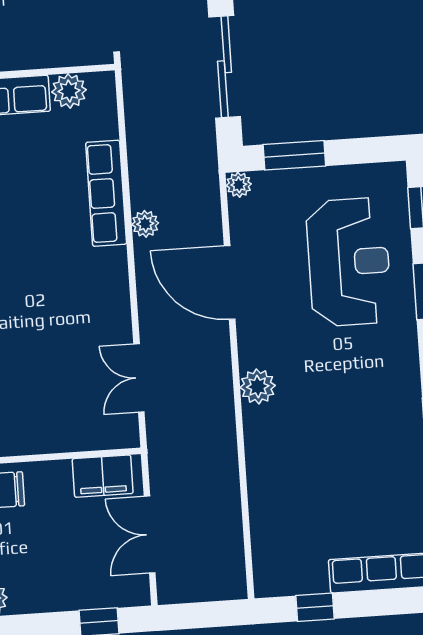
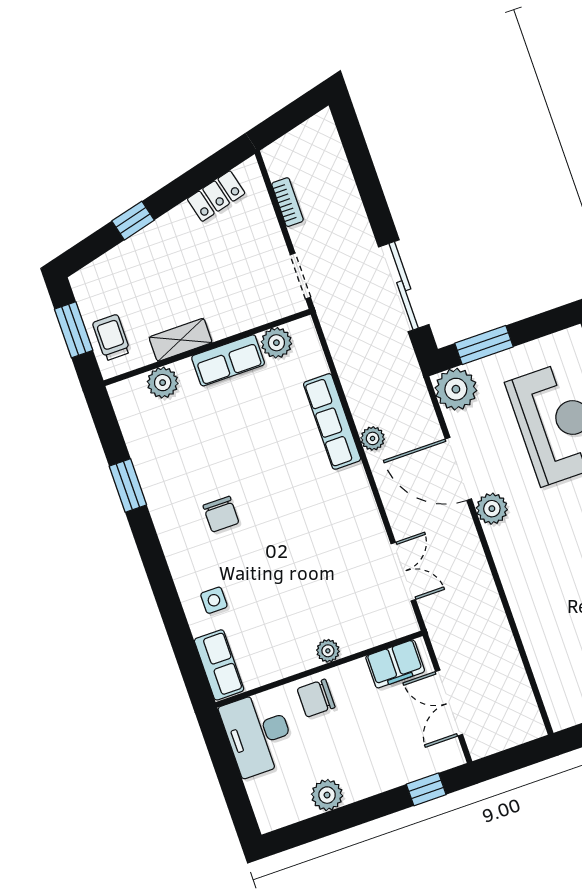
plant: (239, 185) -> (456, 389), width x1.87, depth x1.87
double door: (139, 378) -> (403, 572), swing flipped
plant: (258, 386) -> (492, 509), moved
plant: (33, 442) -> (328, 651), added

